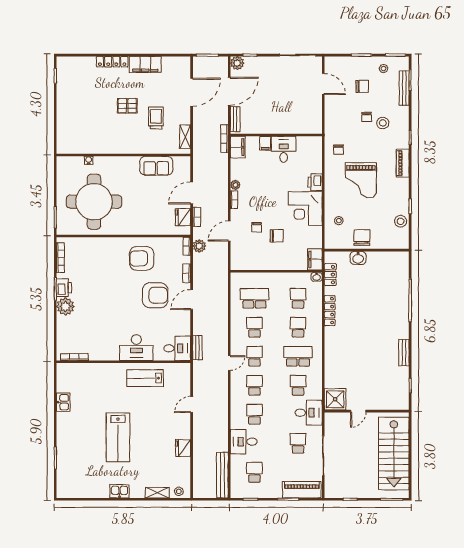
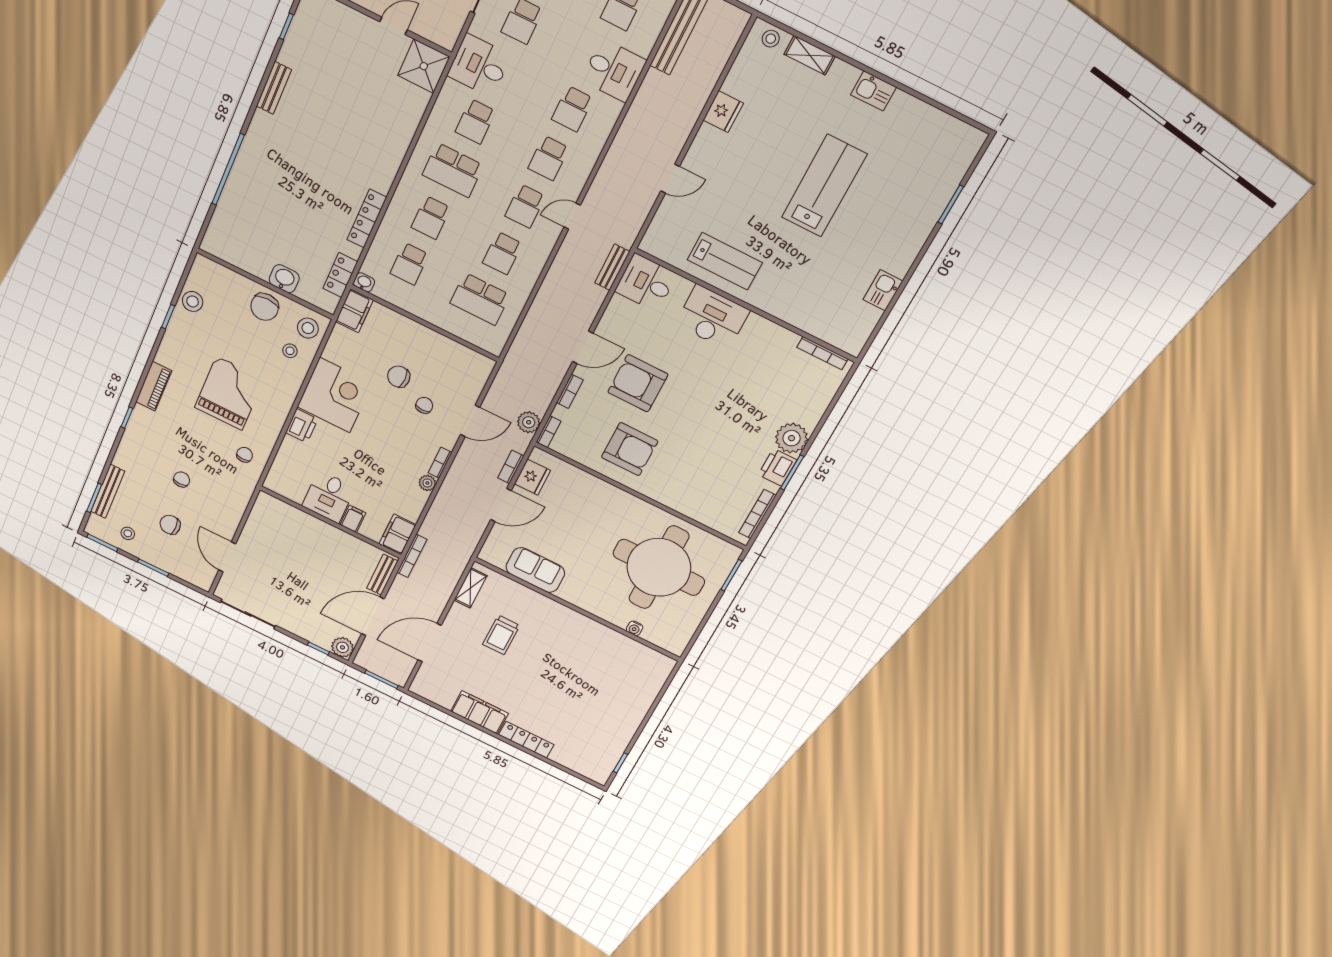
pallet: (127, 106) -> (536, 672), removed
stool: (383, 123) -> (308, 328), moved

